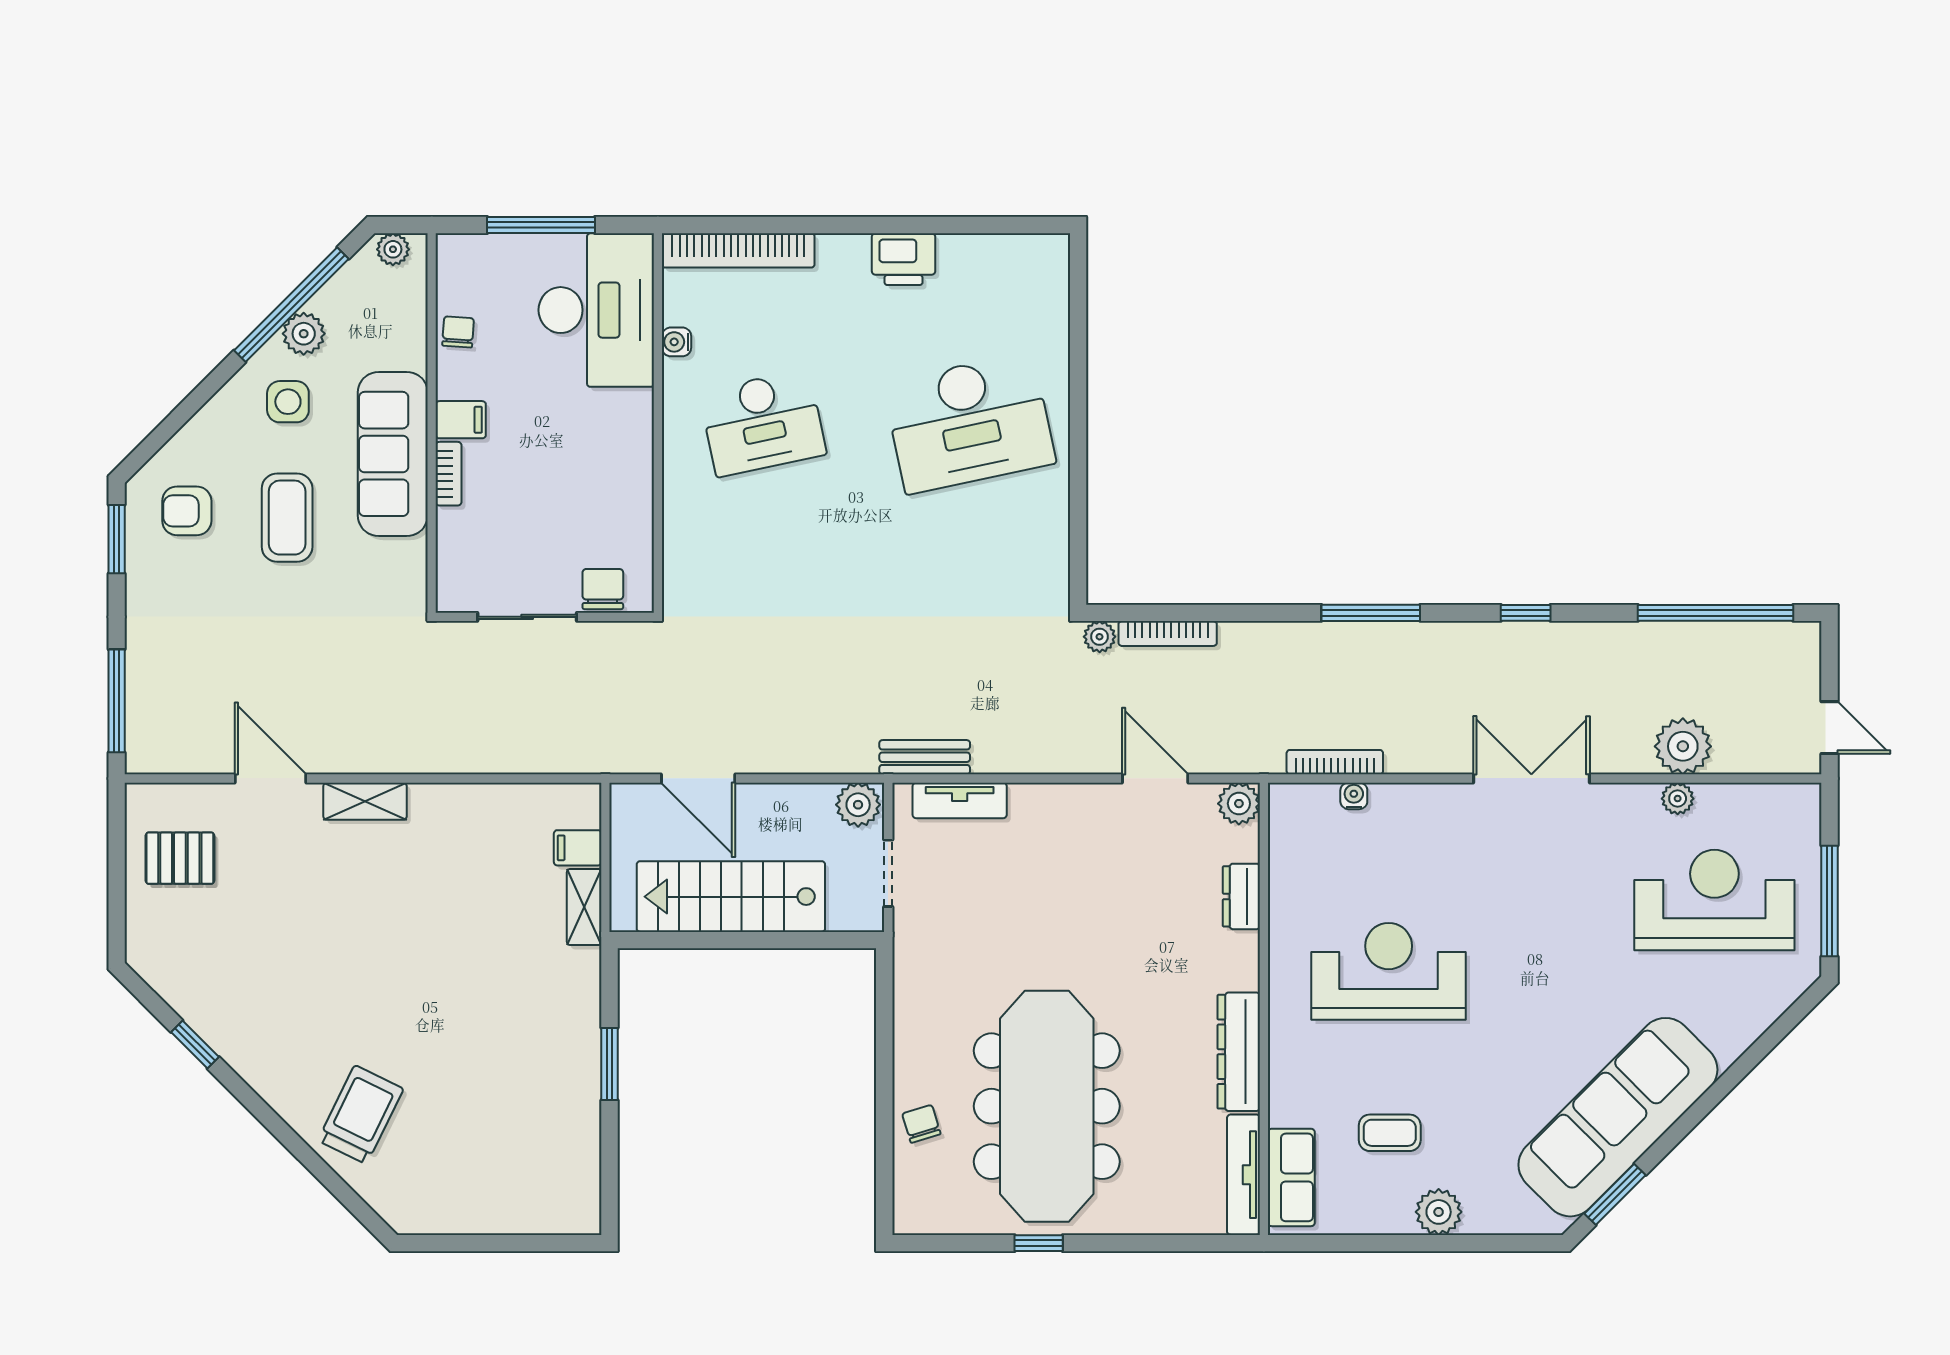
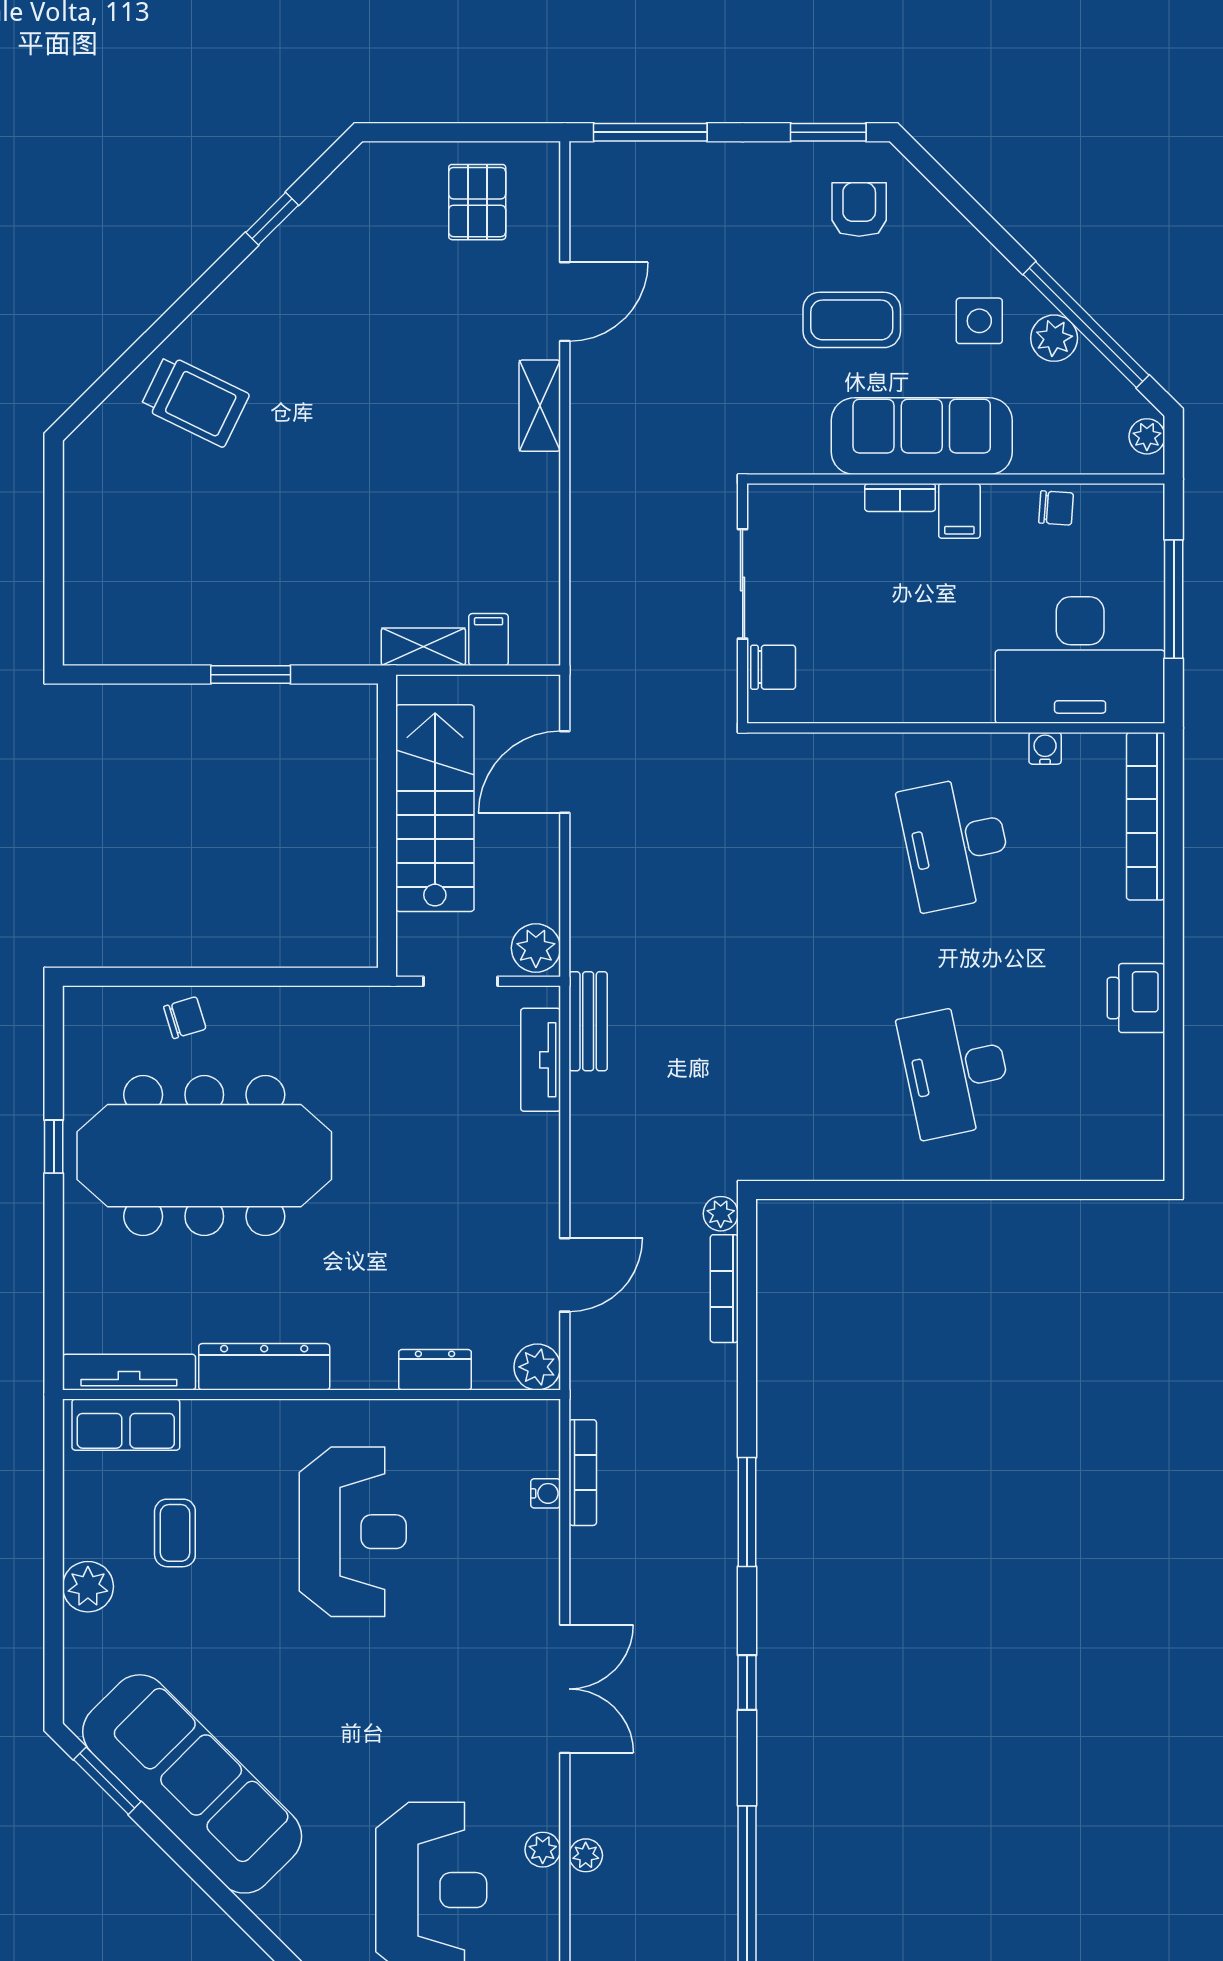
desk: (969, 423) -> (956, 1070), width x0.73, depth x0.77
plant: (1683, 746) -> (586, 1855), width x0.53, depth x0.53

